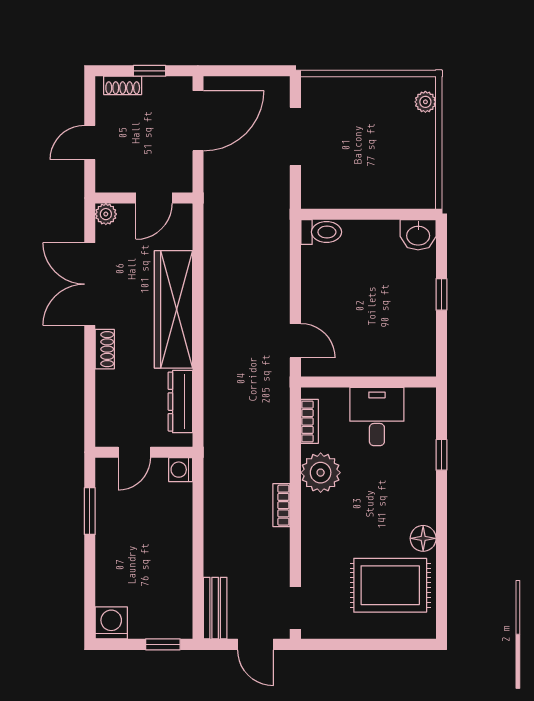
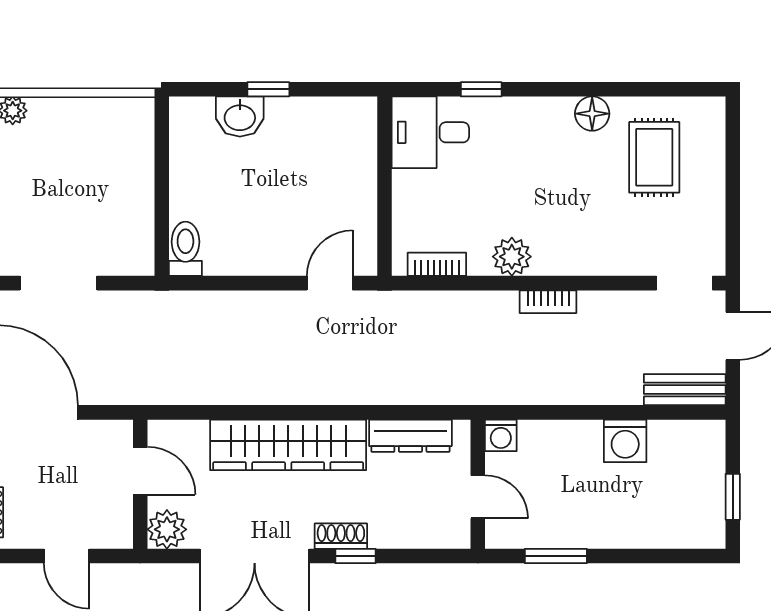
plant: (106, 214) -> (167, 529), width x1.38, depth x1.38
washbasin: (418, 235) -> (240, 117), moved, turned 90
window: (90, 360) -> (356, 556), added
desk: (377, 416) -> (430, 132), moved
plant: (321, 473) -> (512, 257), width x0.73, depth x0.73
rug: (390, 585) -> (654, 157), width x0.73, depth x0.70
washing machine: (111, 623) -> (625, 441), moved, turned -90
window: (163, 644) -> (733, 497), moved

